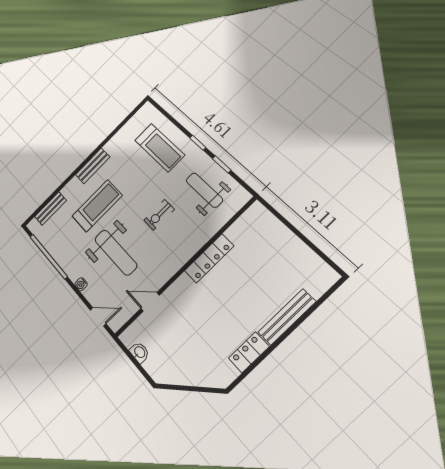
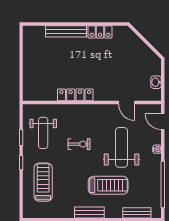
treadmill: (97, 206) -> (108, 185), turned 180

